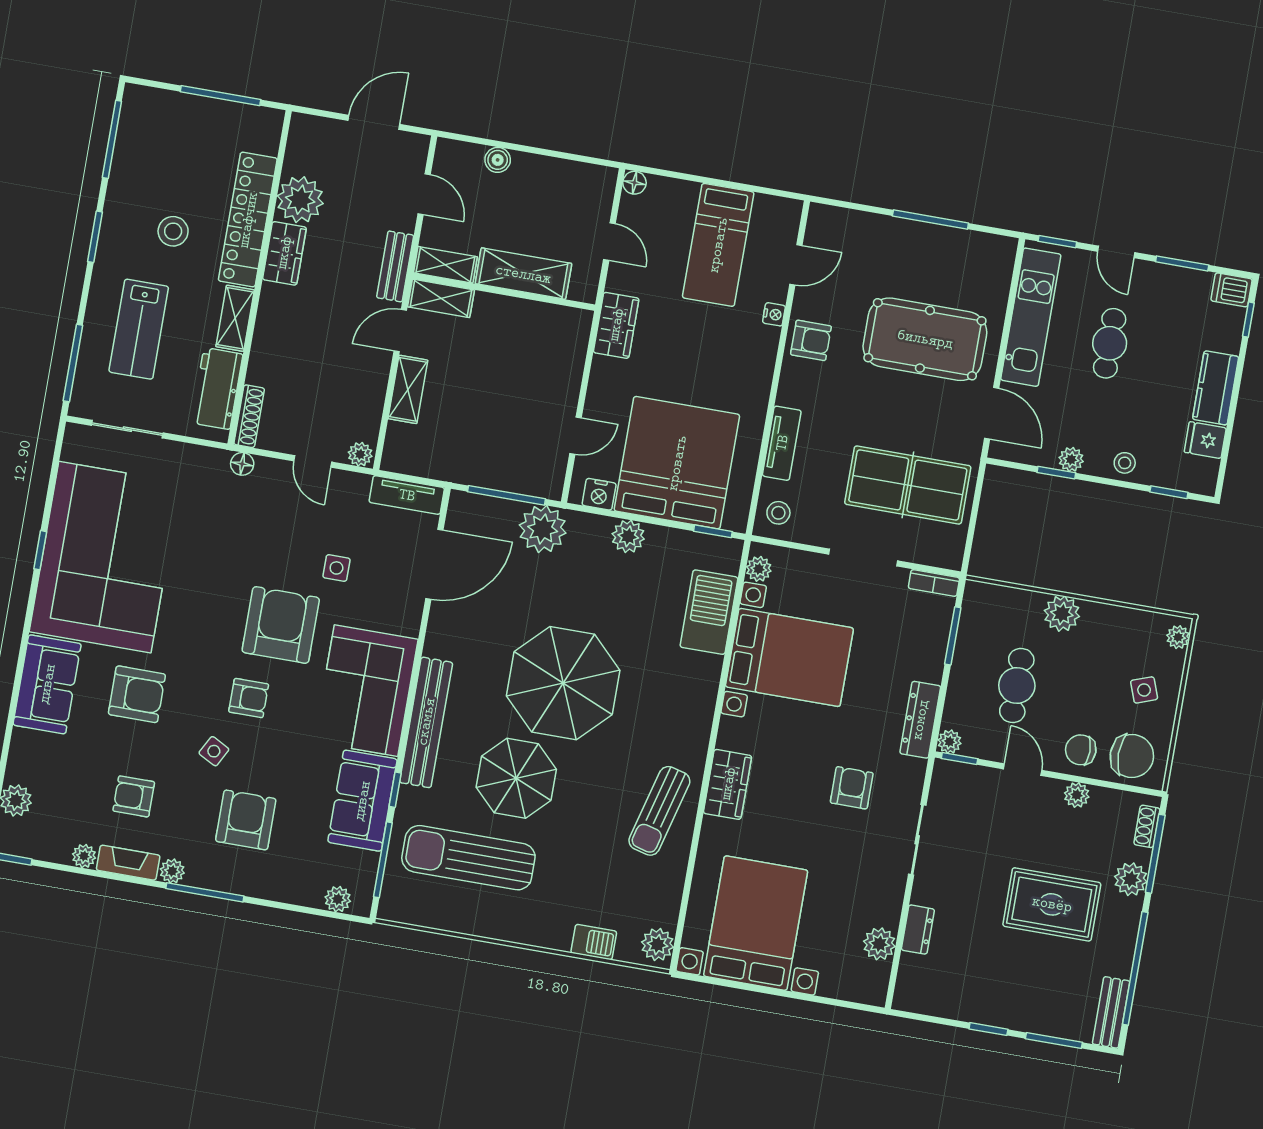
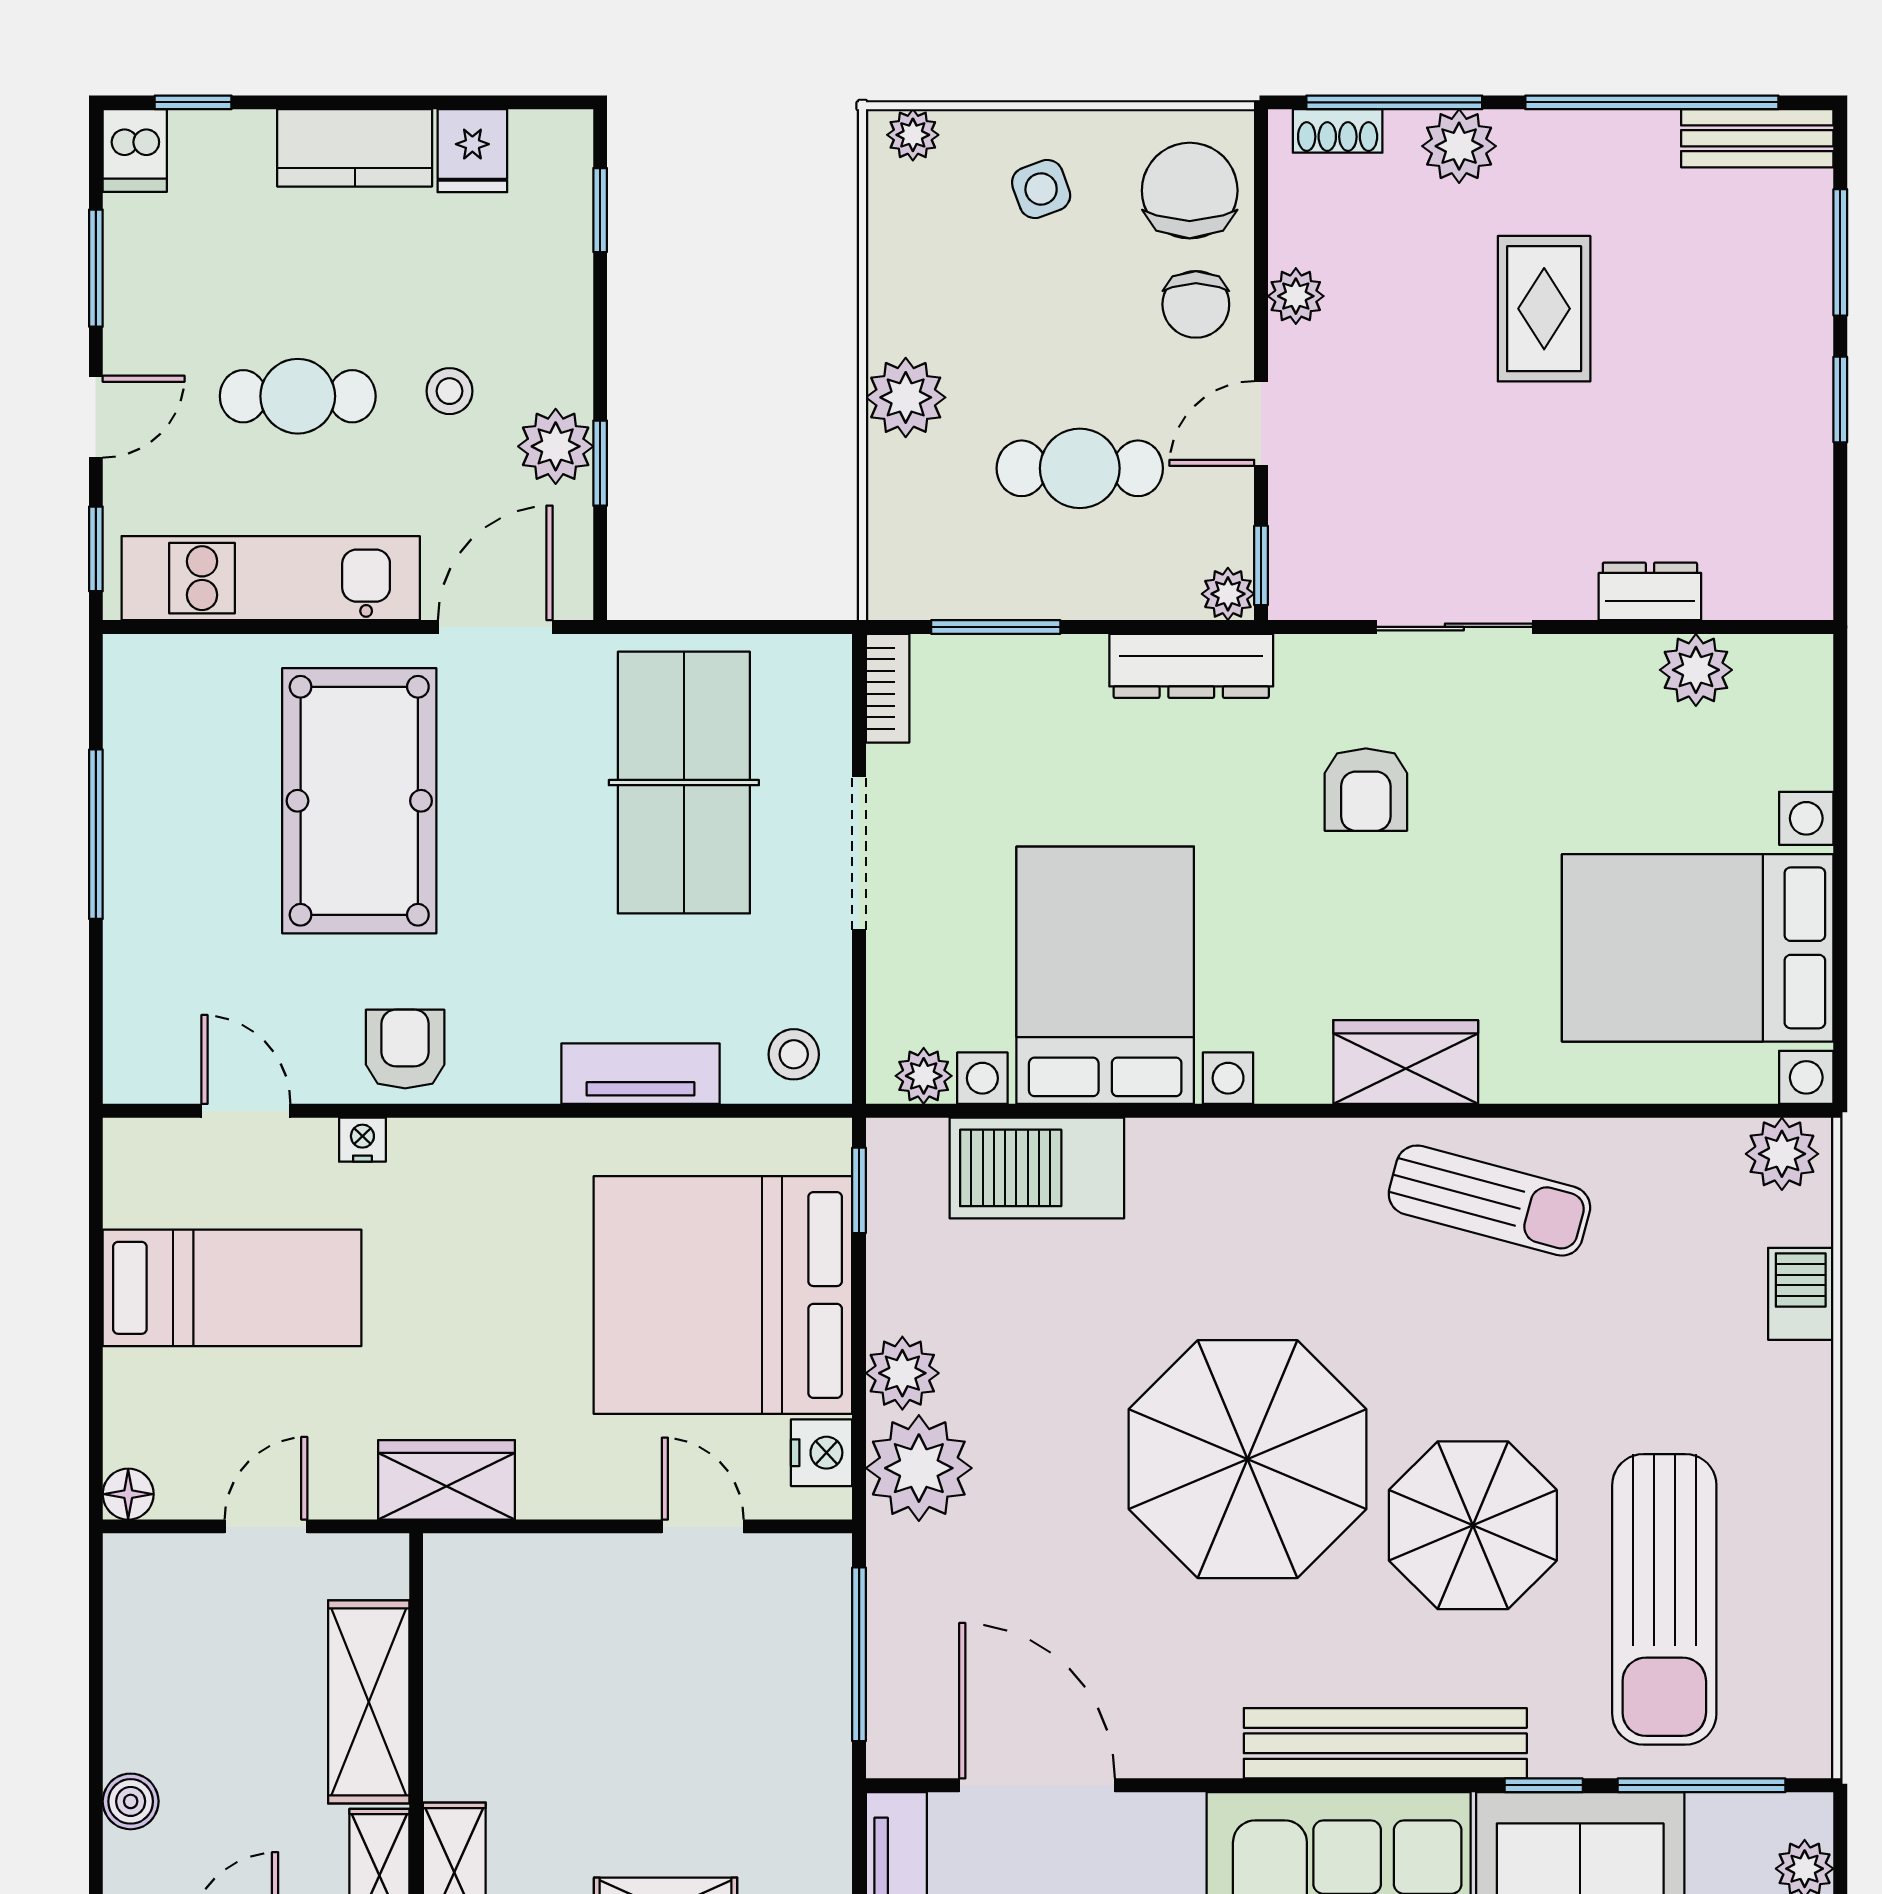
plant: (1071, 459) -> (556, 446), width x1.38, depth x1.38
stool: (1125, 463) -> (449, 391), moved
plant: (543, 529) -> (919, 1468), moved
armchair: (852, 788) -> (1366, 790), turned -90
rug: (1052, 904) -> (1544, 309), width x0.73, depth x0.70

